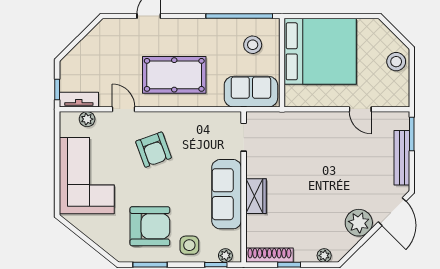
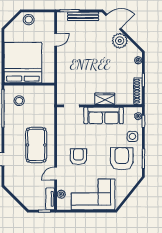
sofa: (251, 92) -> (46, 102), removed
armchair: (154, 150) -> (78, 157), turned -70

